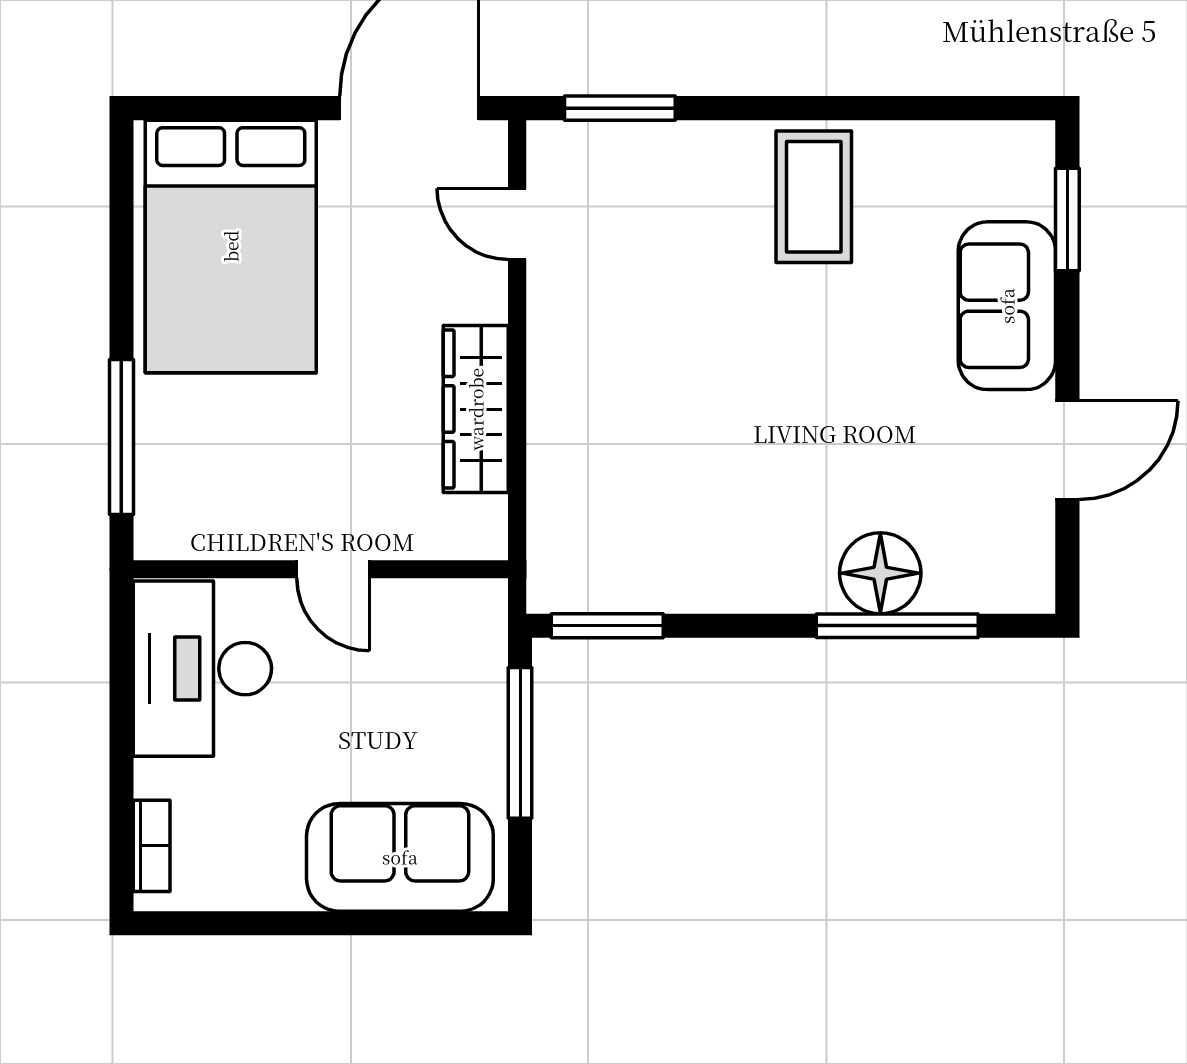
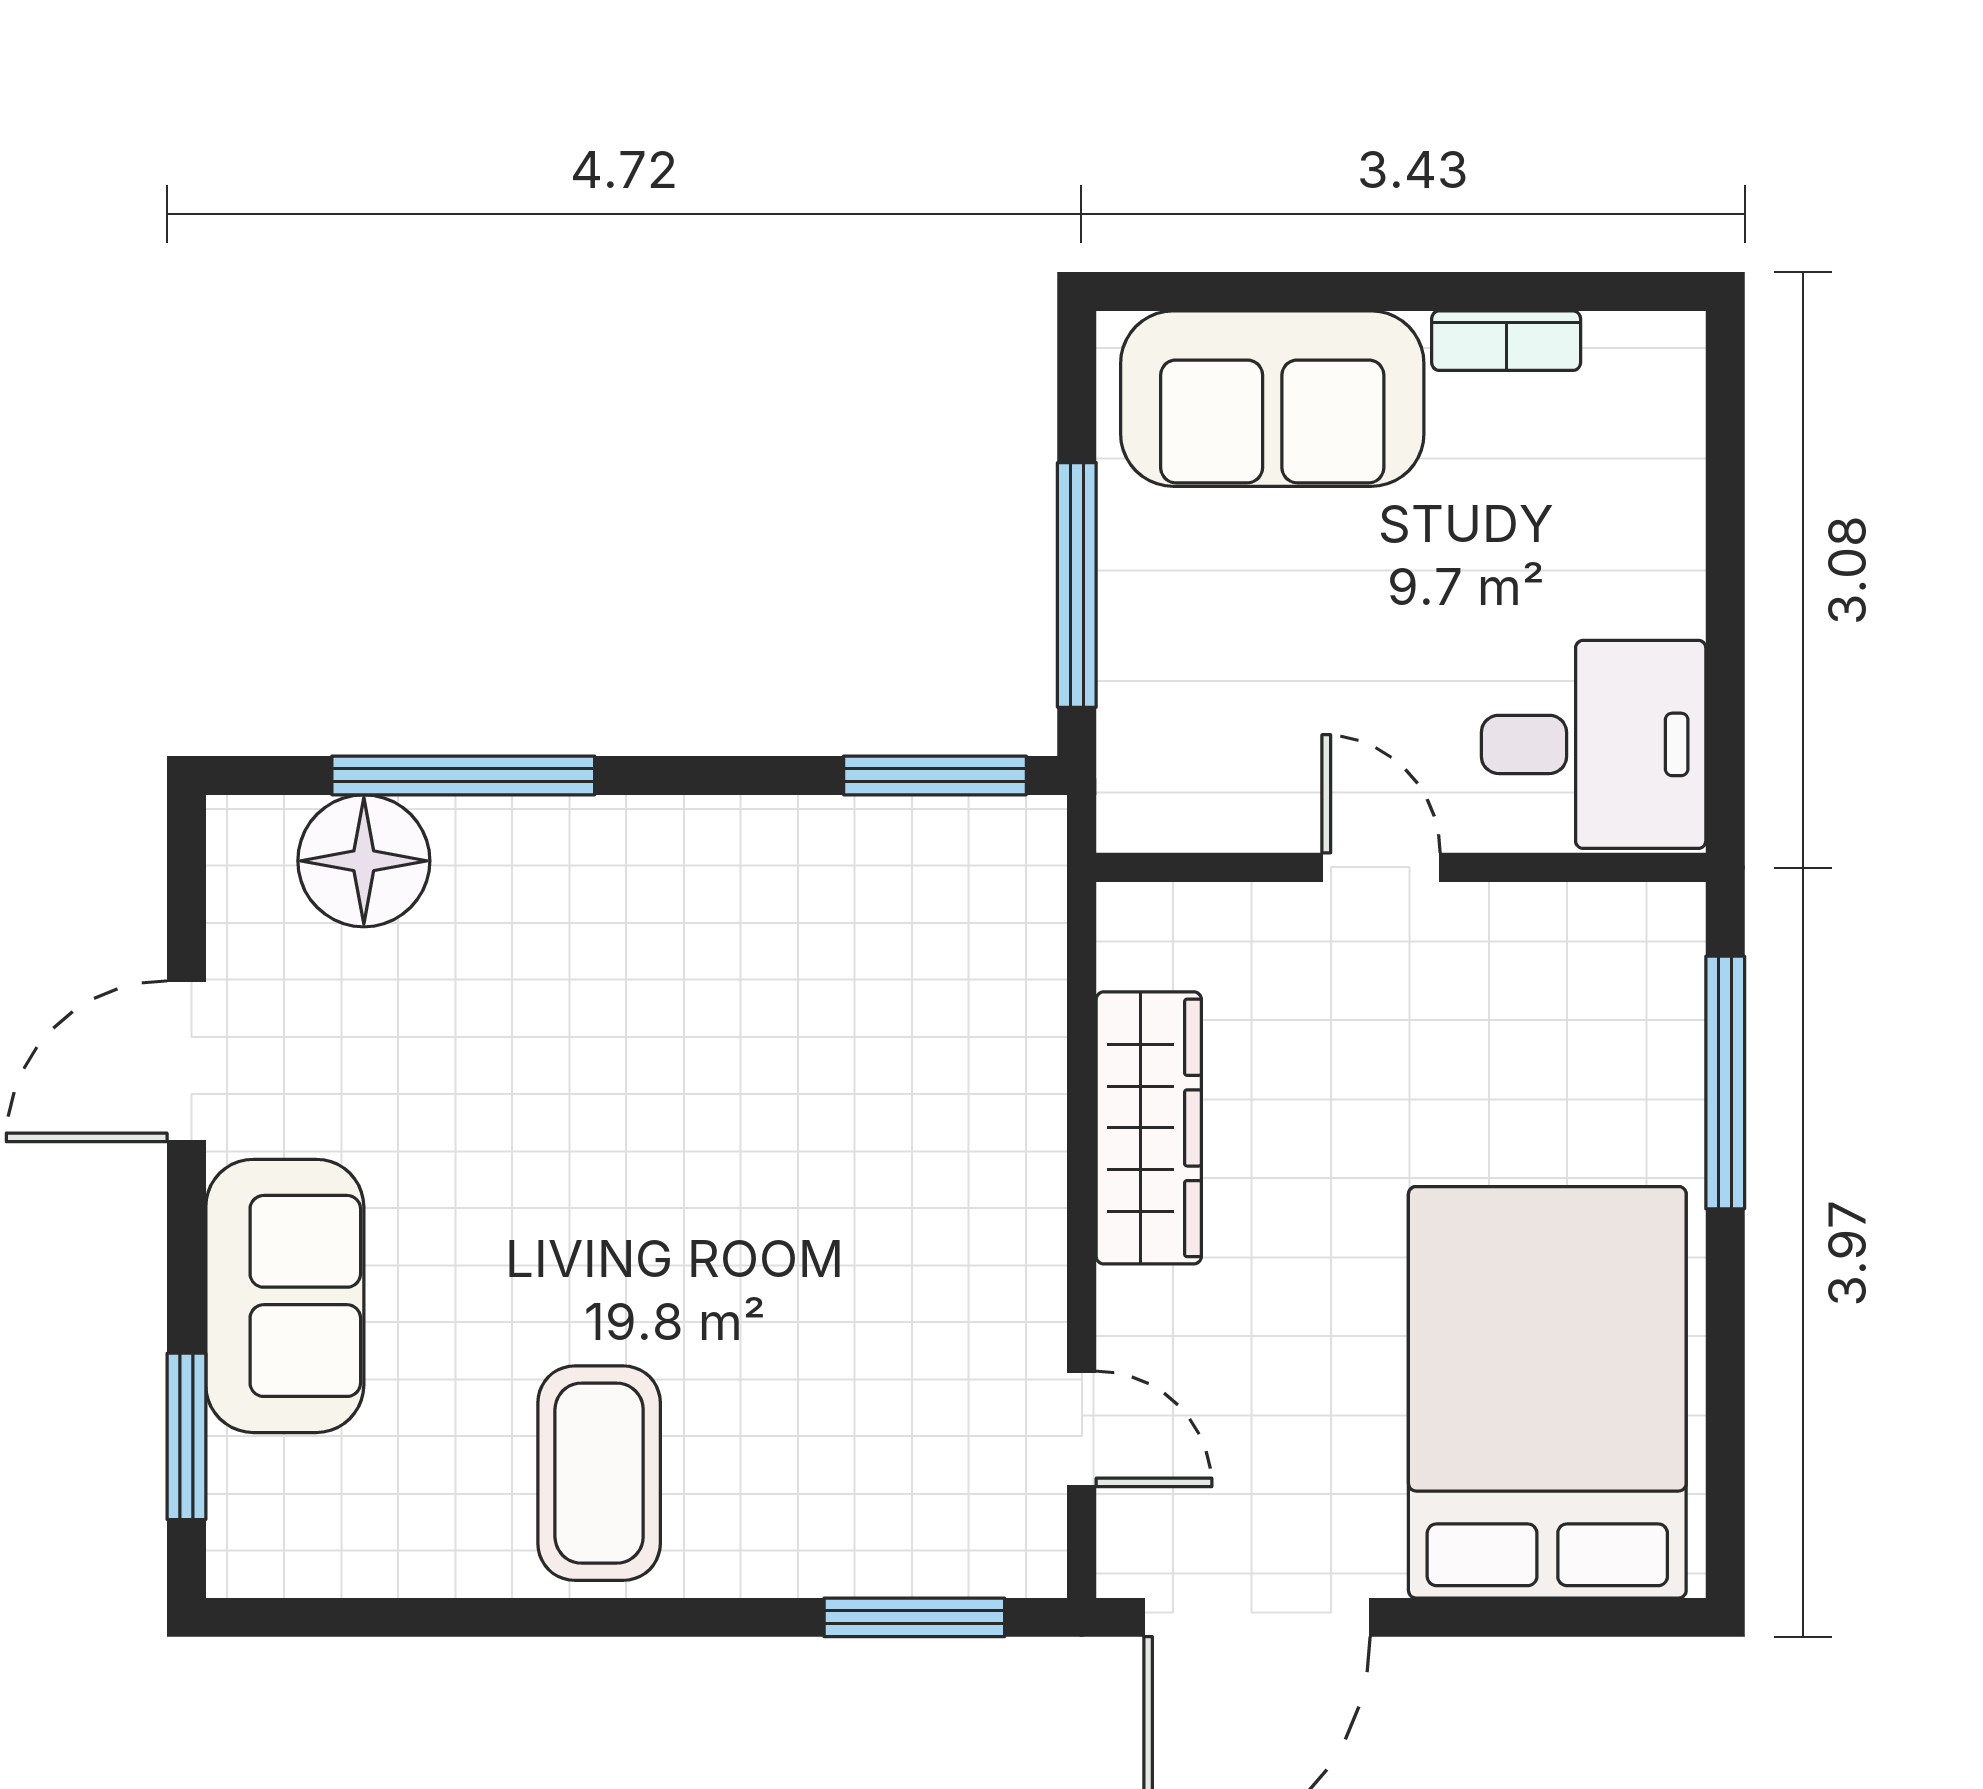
floor lamp: (880, 573) -> (364, 861), moved
desk: (202, 669) -> (1594, 744), width x0.73
bookcase: (152, 846) -> (1506, 341), moved, turned -90

